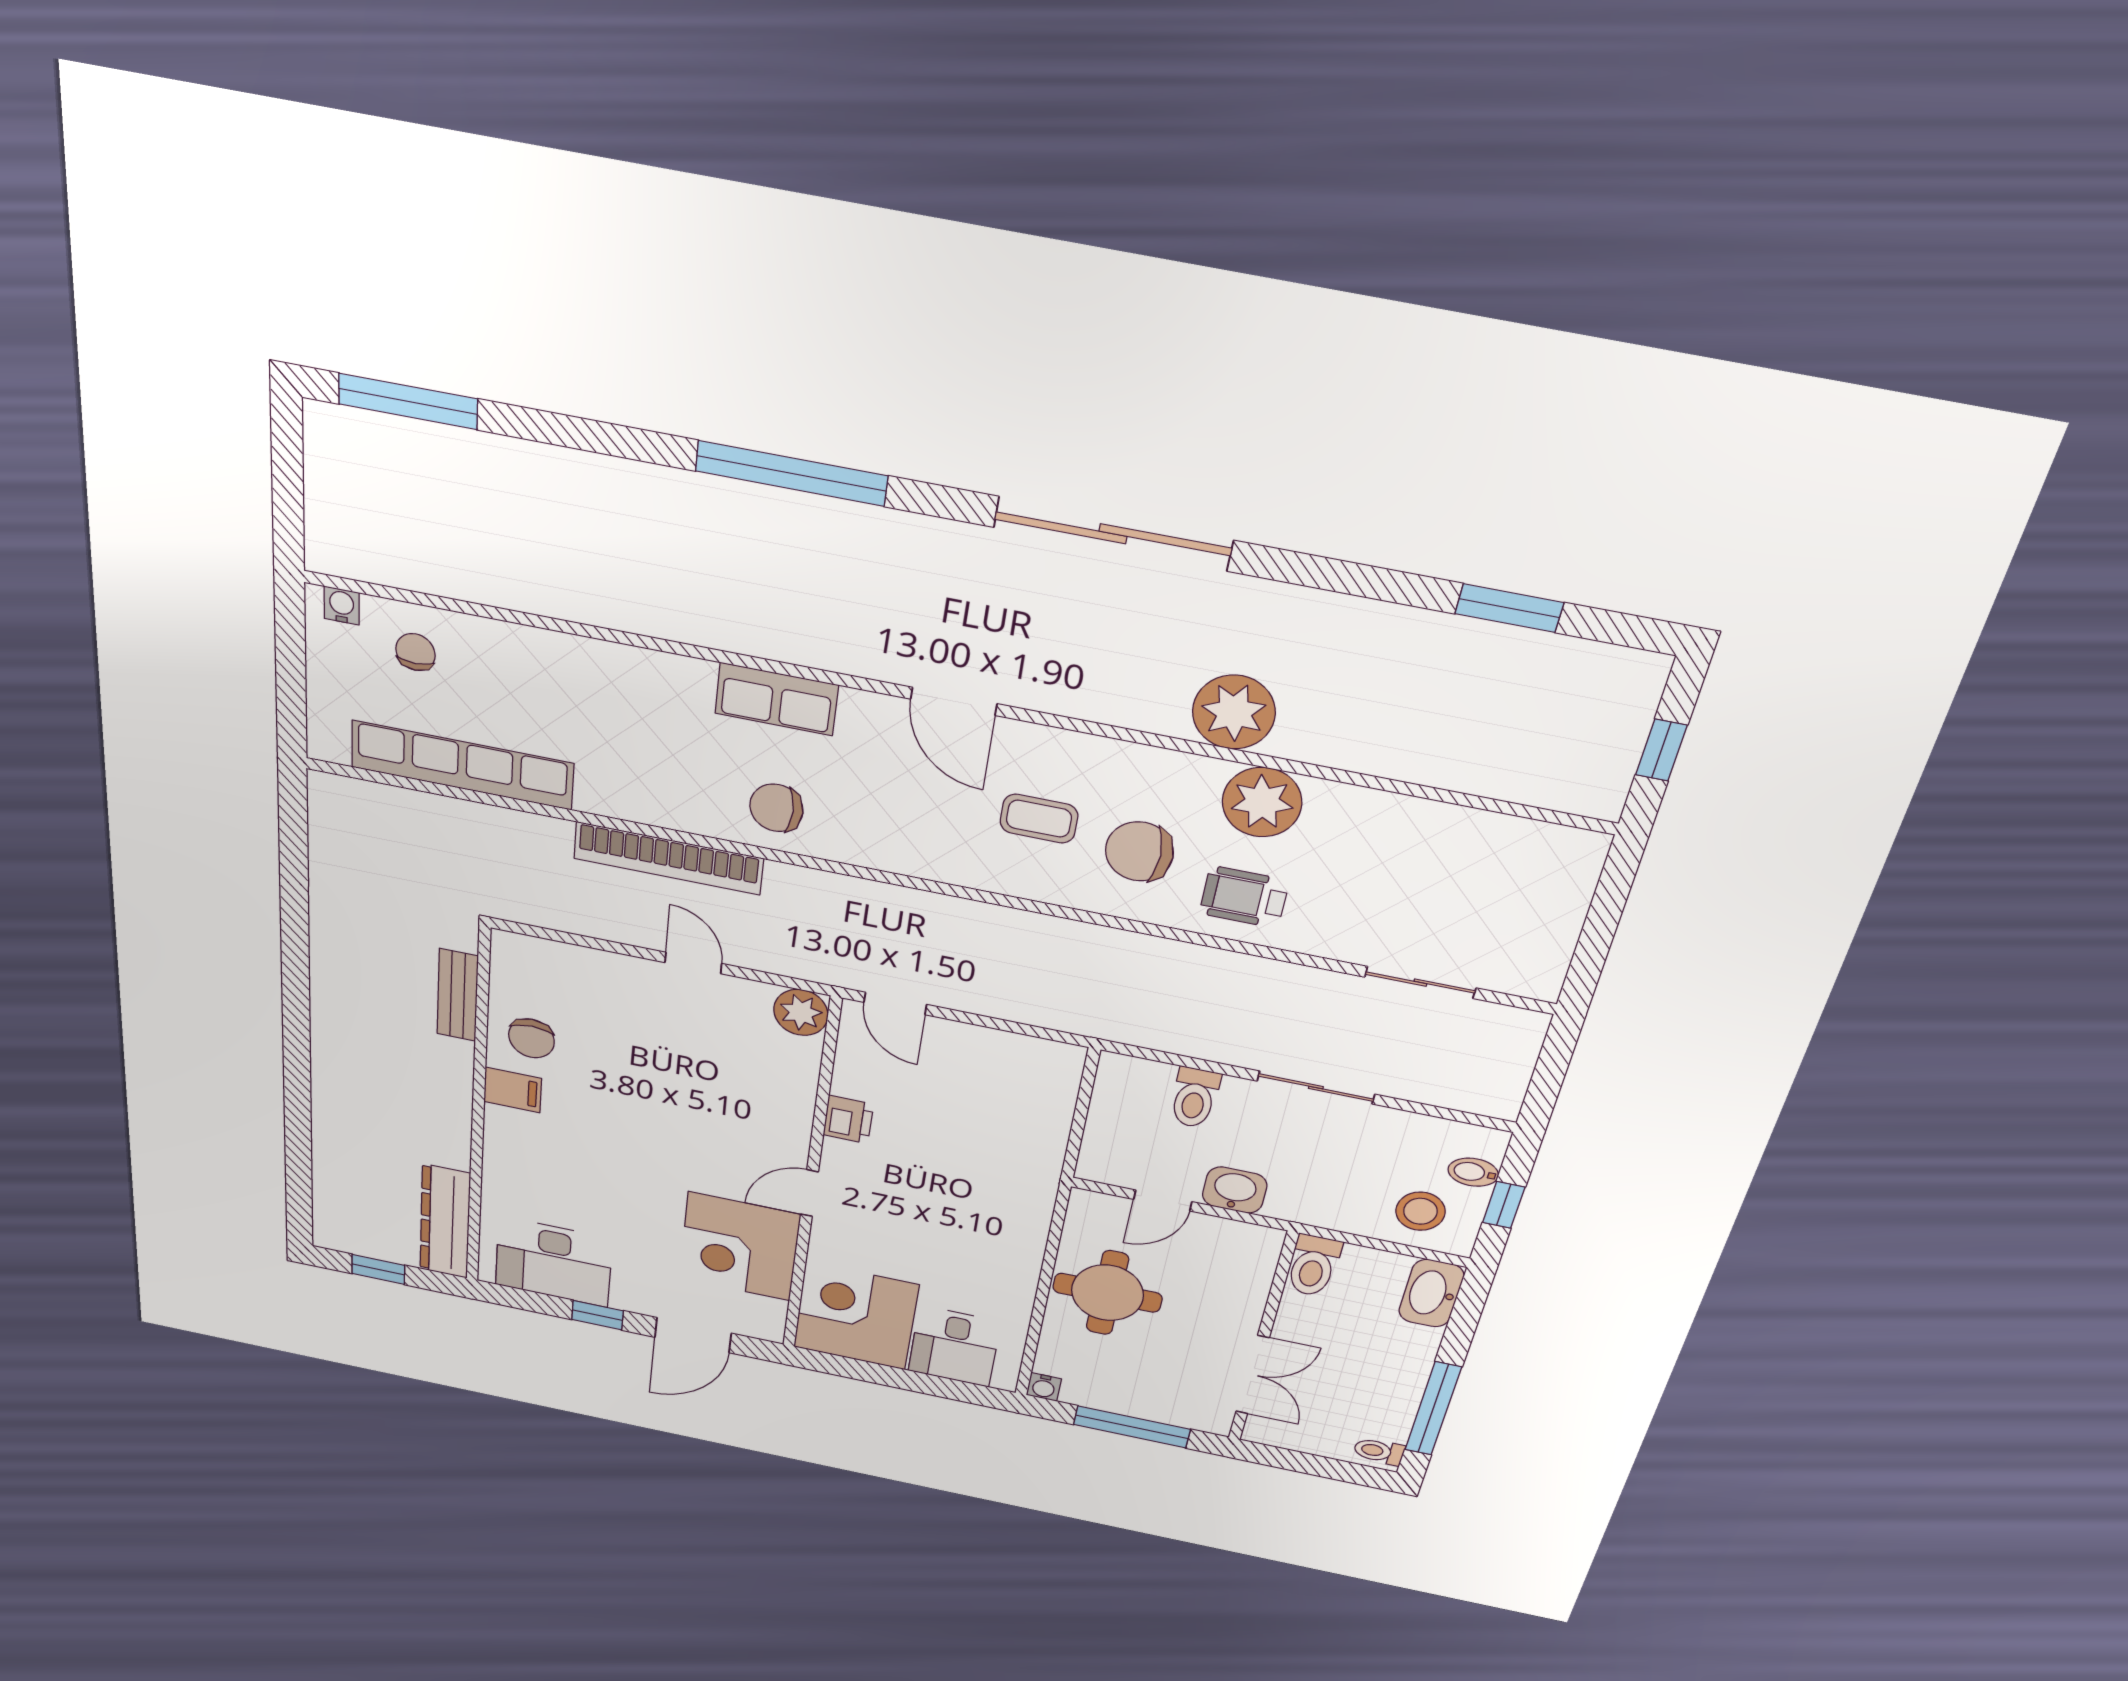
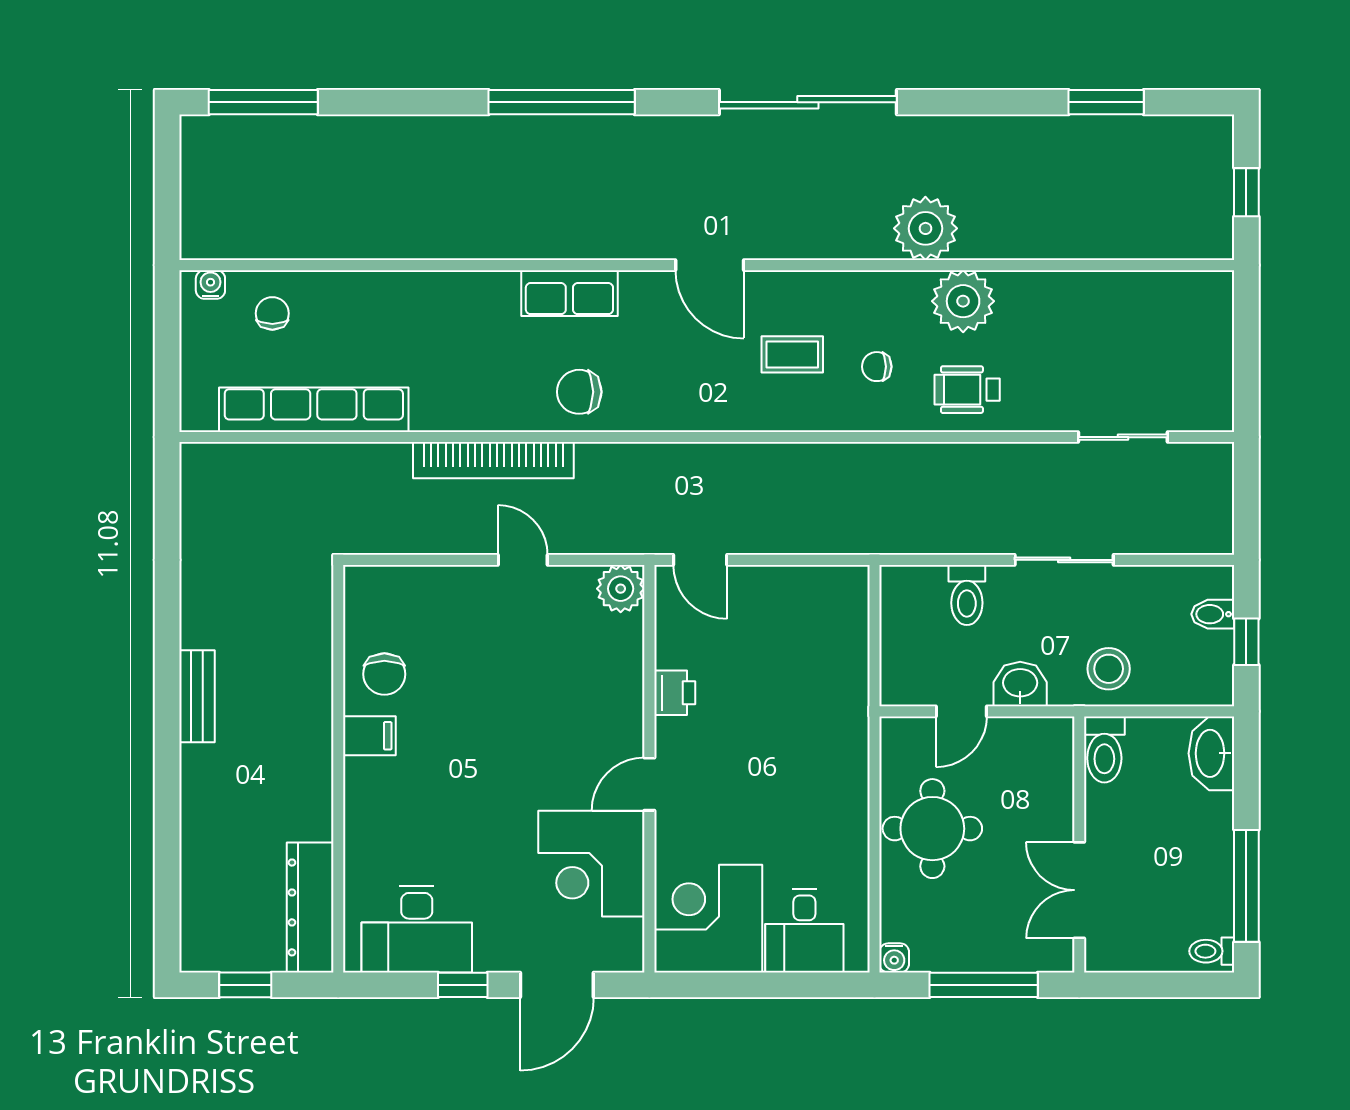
chair: (1139, 851) -> (877, 367), width x0.54, depth x0.54
bench: (458, 995) -> (197, 696), moved
stool: (1420, 1211) -> (1109, 669), moved
double door: (1252, 1375) -> (1079, 890), swing flipped

